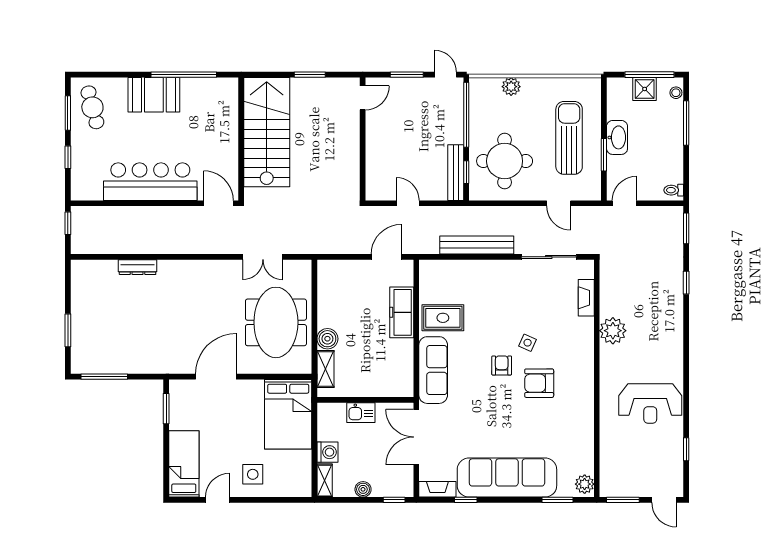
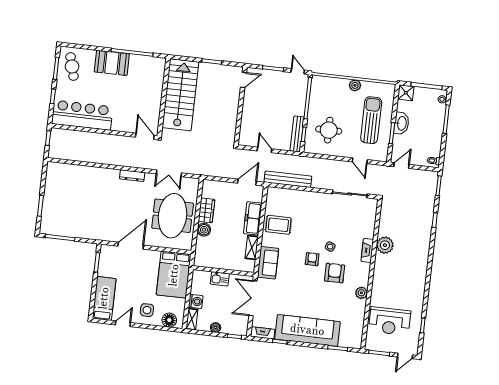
plant: (511, 87) -> (355, 85), moved
shower: (645, 89) -> (406, 93), moved
round table: (505, 161) -> (329, 130), width x0.73, depth x0.73
bar counter: (150, 182) -> (82, 115), moved
bench: (477, 245) -> (288, 179), moved
dresser: (138, 267) -> (132, 176), moved
fireplace: (586, 298) -> (367, 250), moved
wardrobe: (328, 308) -> (206, 210), added
shelving: (325, 369) -> (252, 247), moved
sofa: (433, 370) -> (268, 263), width x0.73
armchair: (539, 383) -> (335, 273), turned 90
reception desk: (650, 403) -> (389, 321), moved
plant: (585, 484) -> (361, 293), moved
floor lamp: (289, 486) -> (169, 320), added
door: (664, 500) -> (405, 356), hinge flipped

